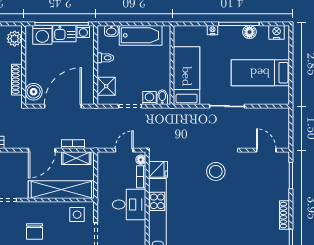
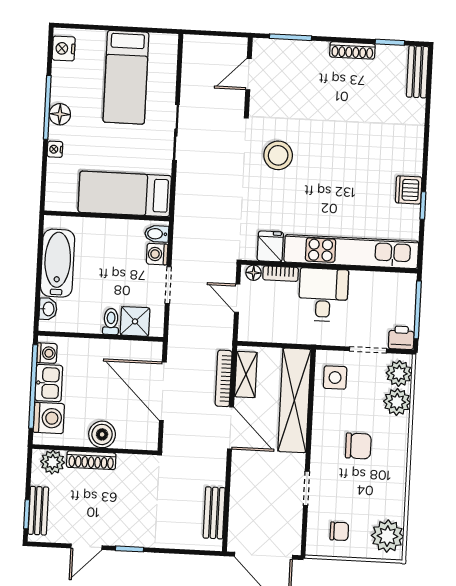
floor lamp: (249, 32) -> (60, 114), moved
toilet: (105, 58) -> (111, 322), moved
shoe rack: (17, 80) -> (91, 460), moved
boiler: (34, 92) -> (102, 434), moved
bookcase: (73, 144) -> (224, 378), width x1.56

